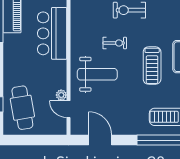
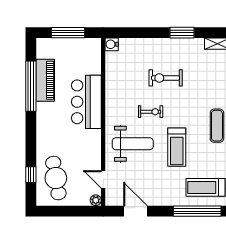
treadmill: (152, 65) -> (177, 147), moved
plant: (61, 95) -> (96, 200), moved

